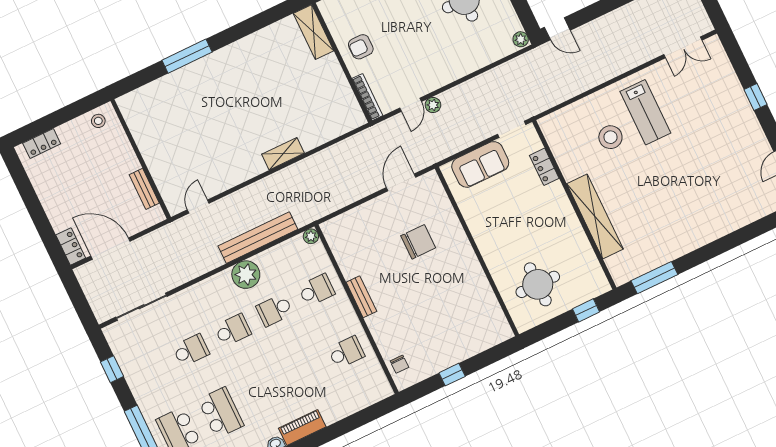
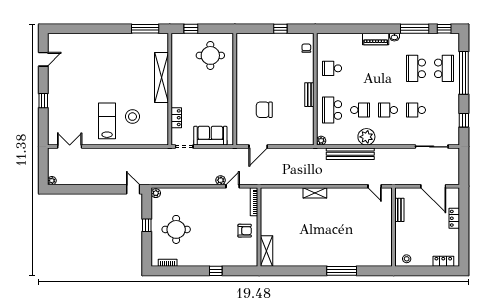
door: (198, 207) -> (375, 186), hinge flipped
locker: (71, 246) -> (454, 218), moved
school desk: (316, 290) -> (332, 110), width x1.85

